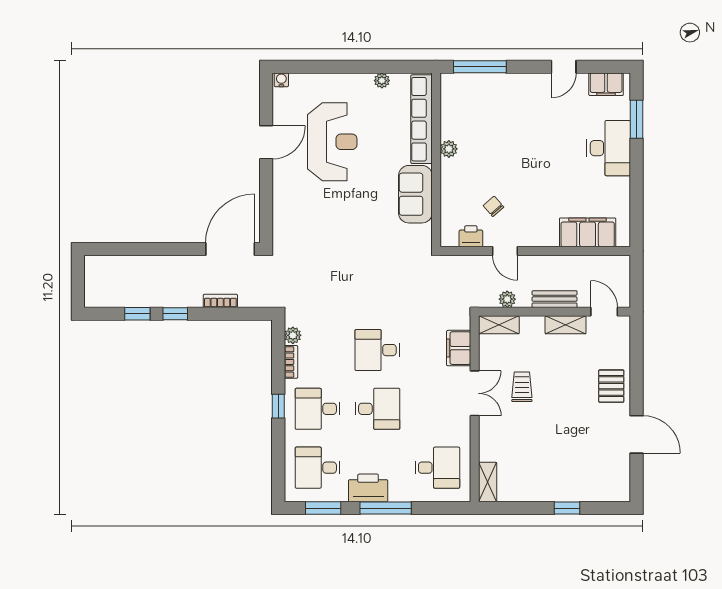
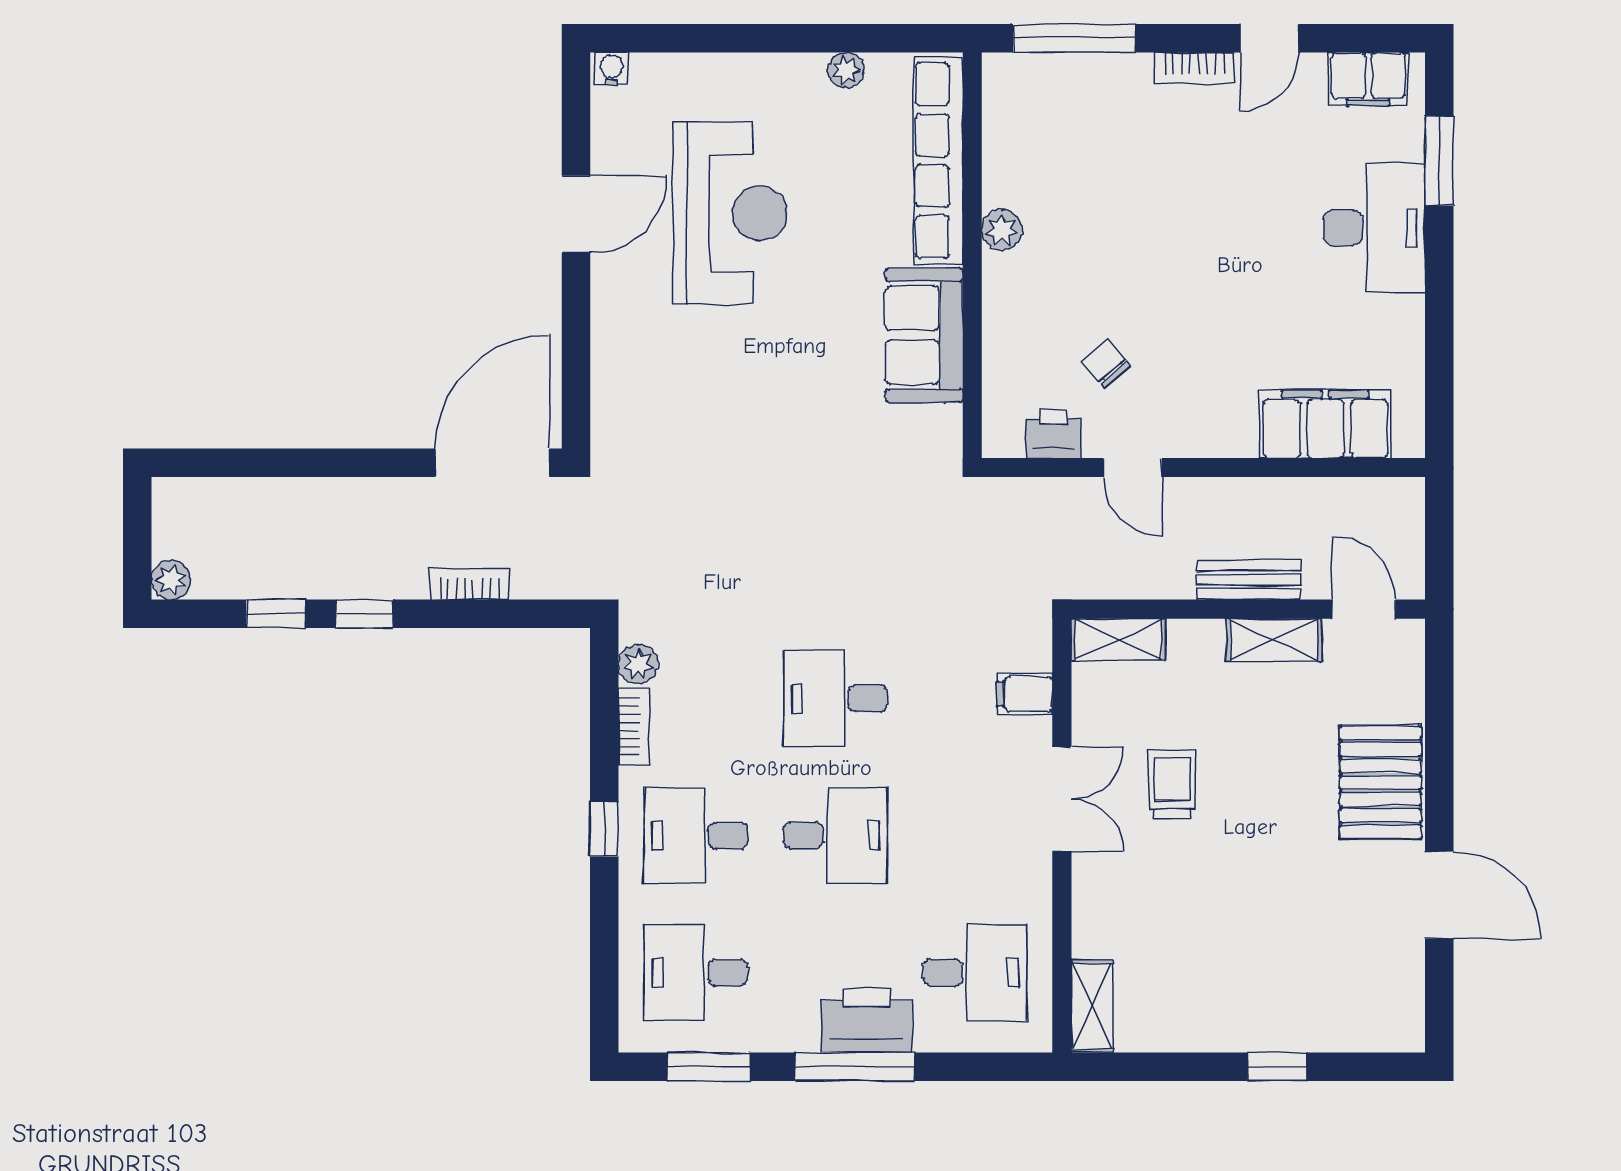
bookcase: (531, 80) -> (1194, 68), added
plant: (507, 299) -> (171, 580), moved
filing cabinet: (459, 348) -> (1025, 694), width x0.50
pallet: (611, 386) -> (1380, 782), width x1.50, depth x1.42
printer: (368, 488) -> (866, 1020), moved

